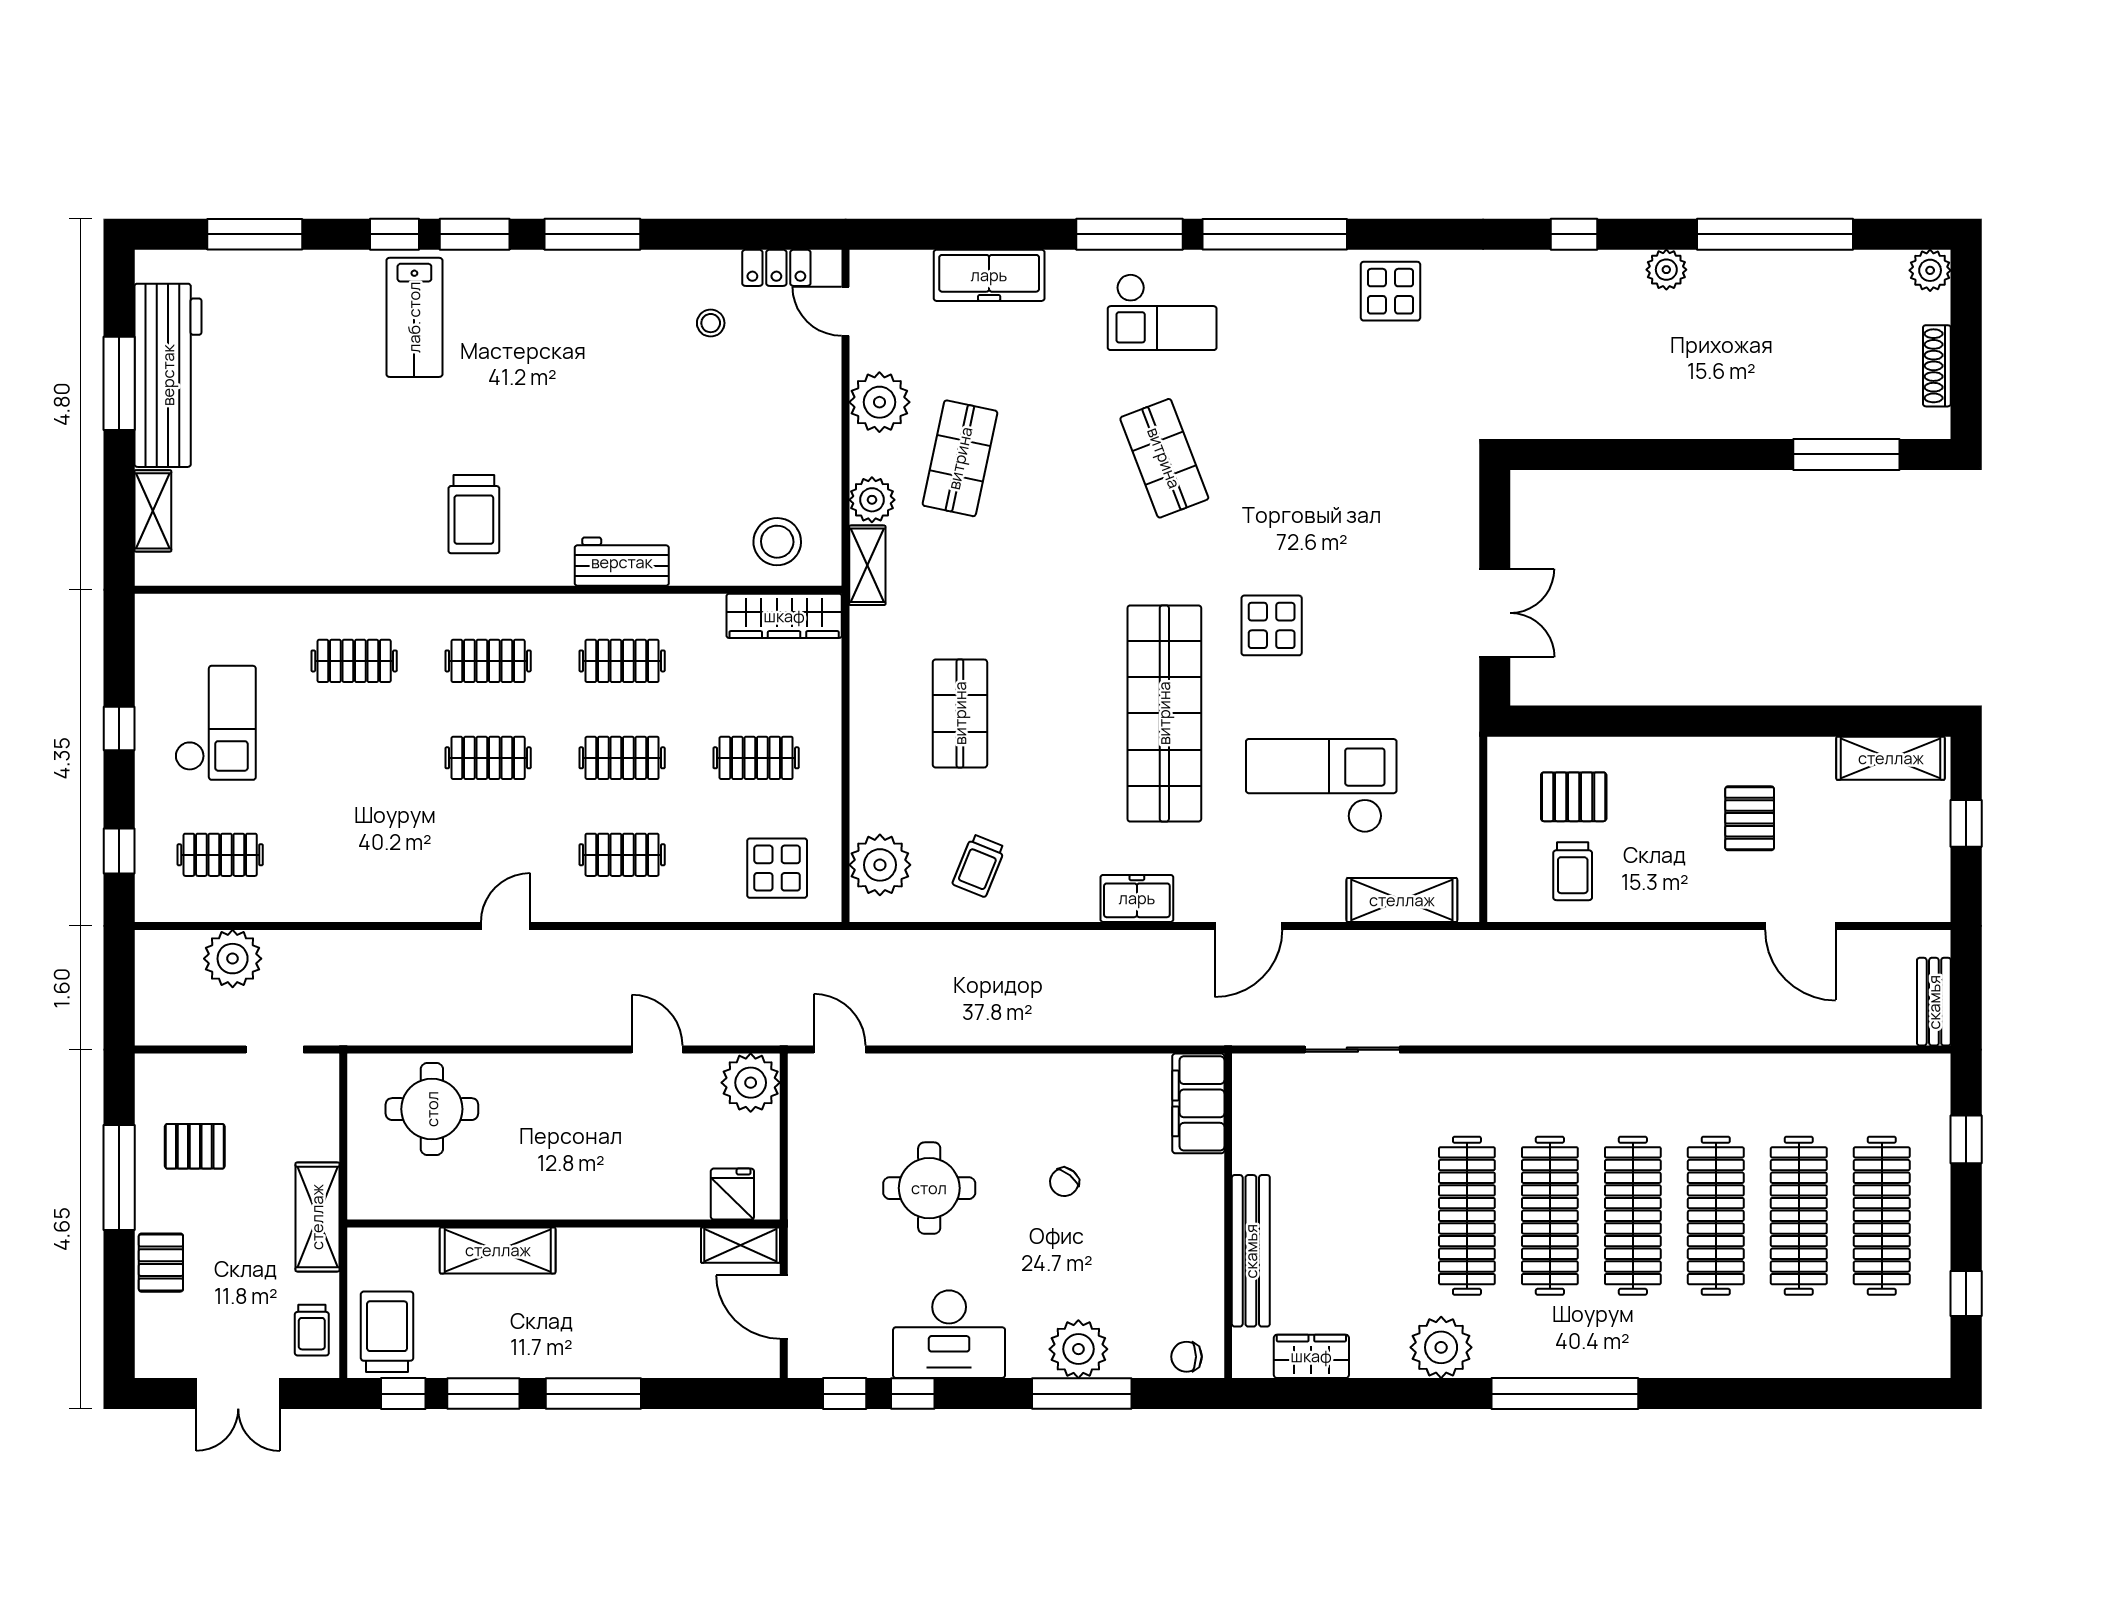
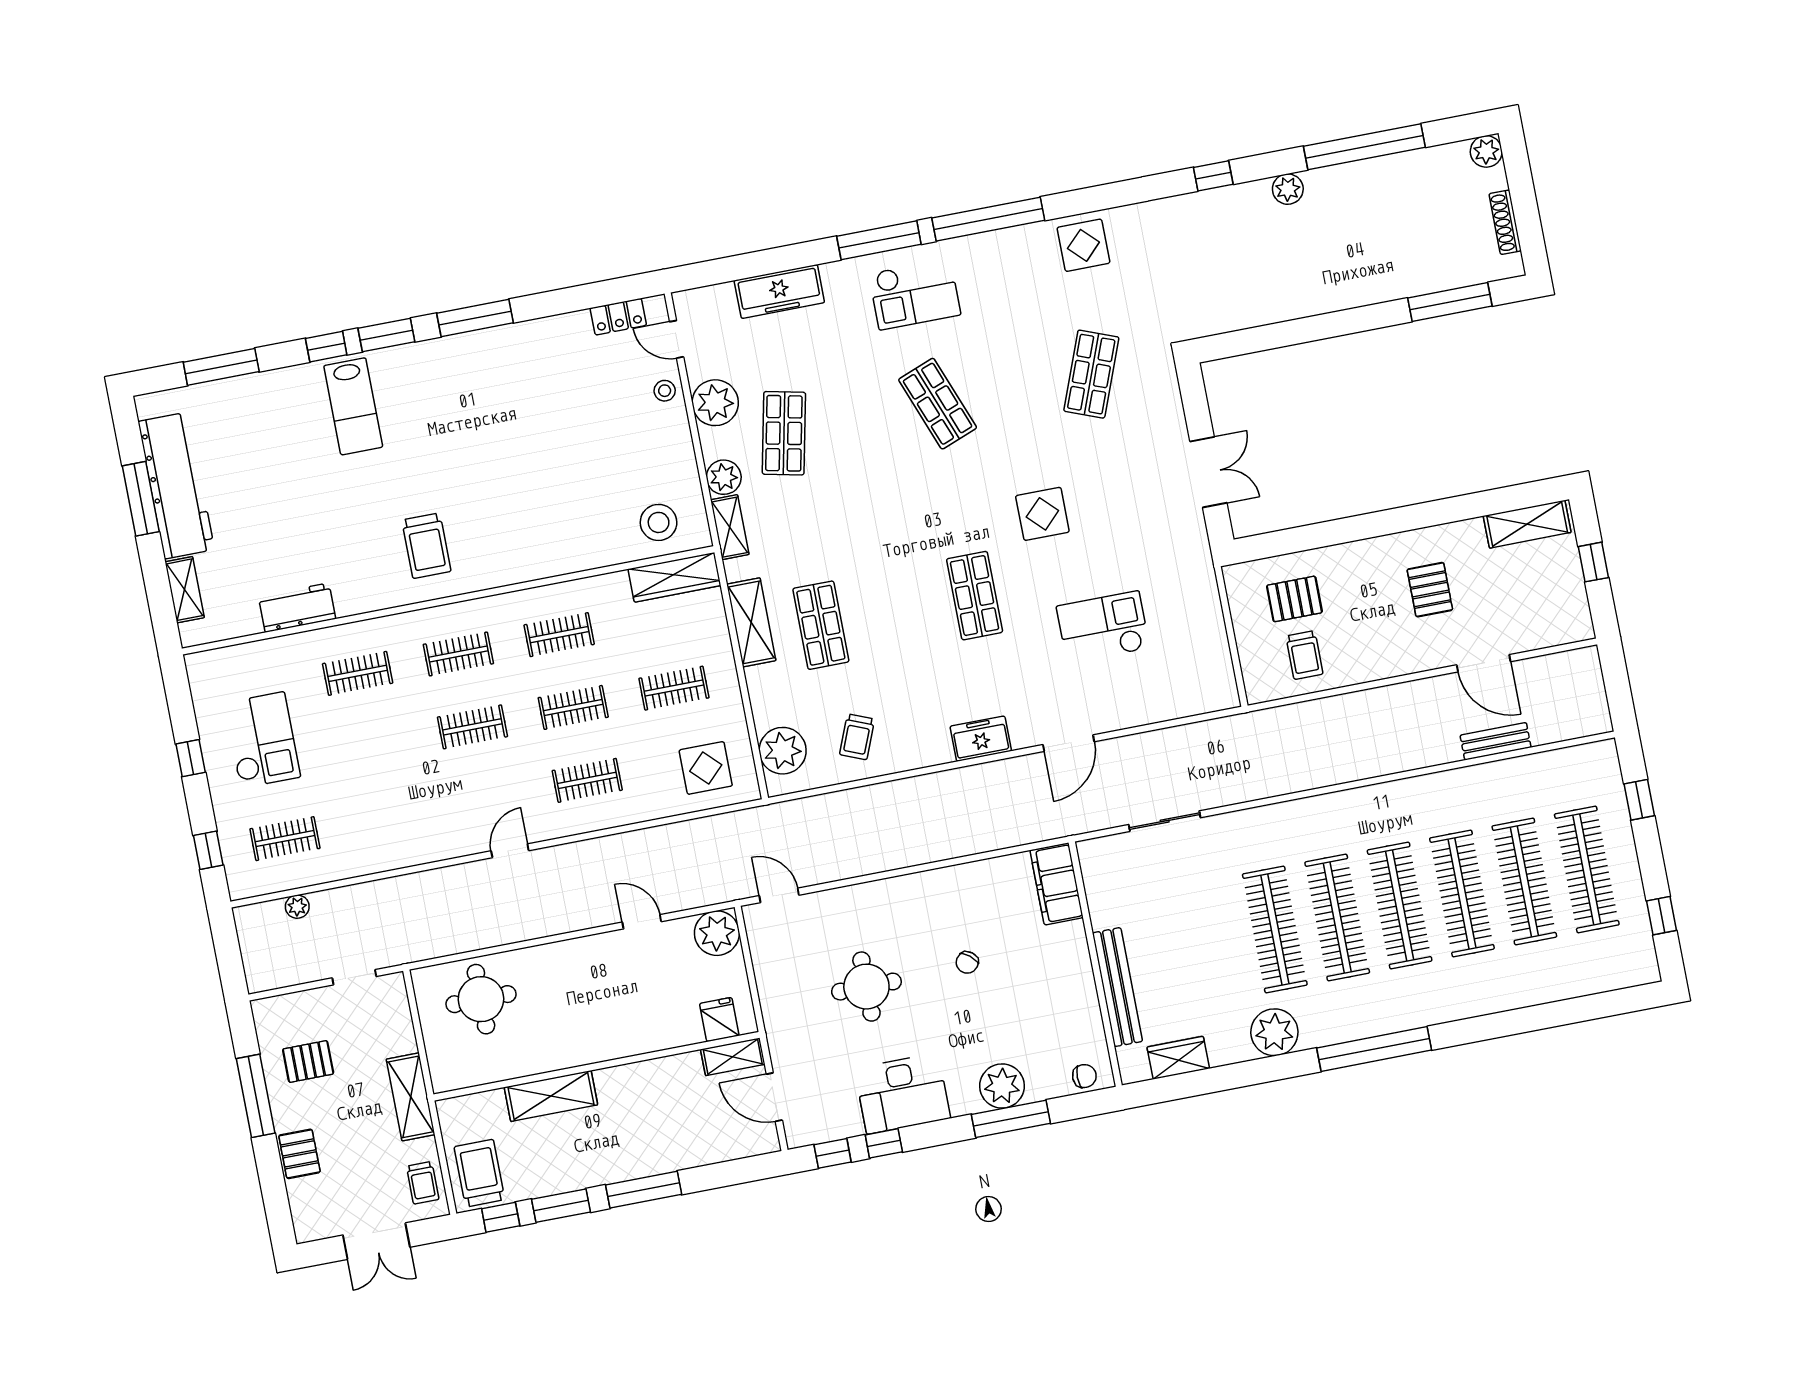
stool: (711, 323) -> (665, 391), moved
shop shelf: (1369, 458) -> (1091, 374), added
workbench: (622, 562) -> (297, 608), moved
shop shelf: (1164, 713) -> (975, 596), width x0.50, depth x0.74
checkout: (1321, 786) -> (1103, 627), width x0.73, depth x0.83
shelving: (1402, 900) -> (751, 622), moved, turned 90
plant: (233, 959) -> (297, 907), width x0.53, depth x0.53
bench: (1934, 1002) -> (1496, 741), moved, turned 90
chair: (1187, 1357) -> (1084, 1076), turned 180

